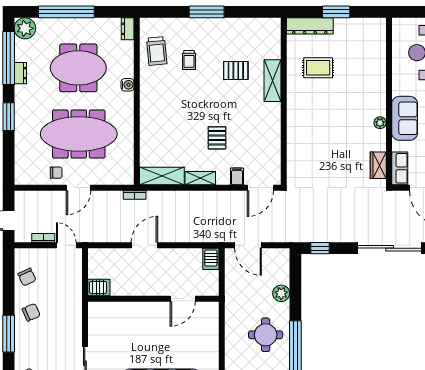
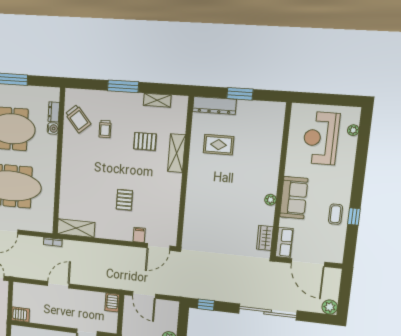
dresser: (128, 29) -> (54, 112), moved
trolley: (157, 51) -> (78, 119), turned -35
water cooler: (127, 85) -> (53, 128), moved
shelving: (200, 178) -> (157, 100), moved

